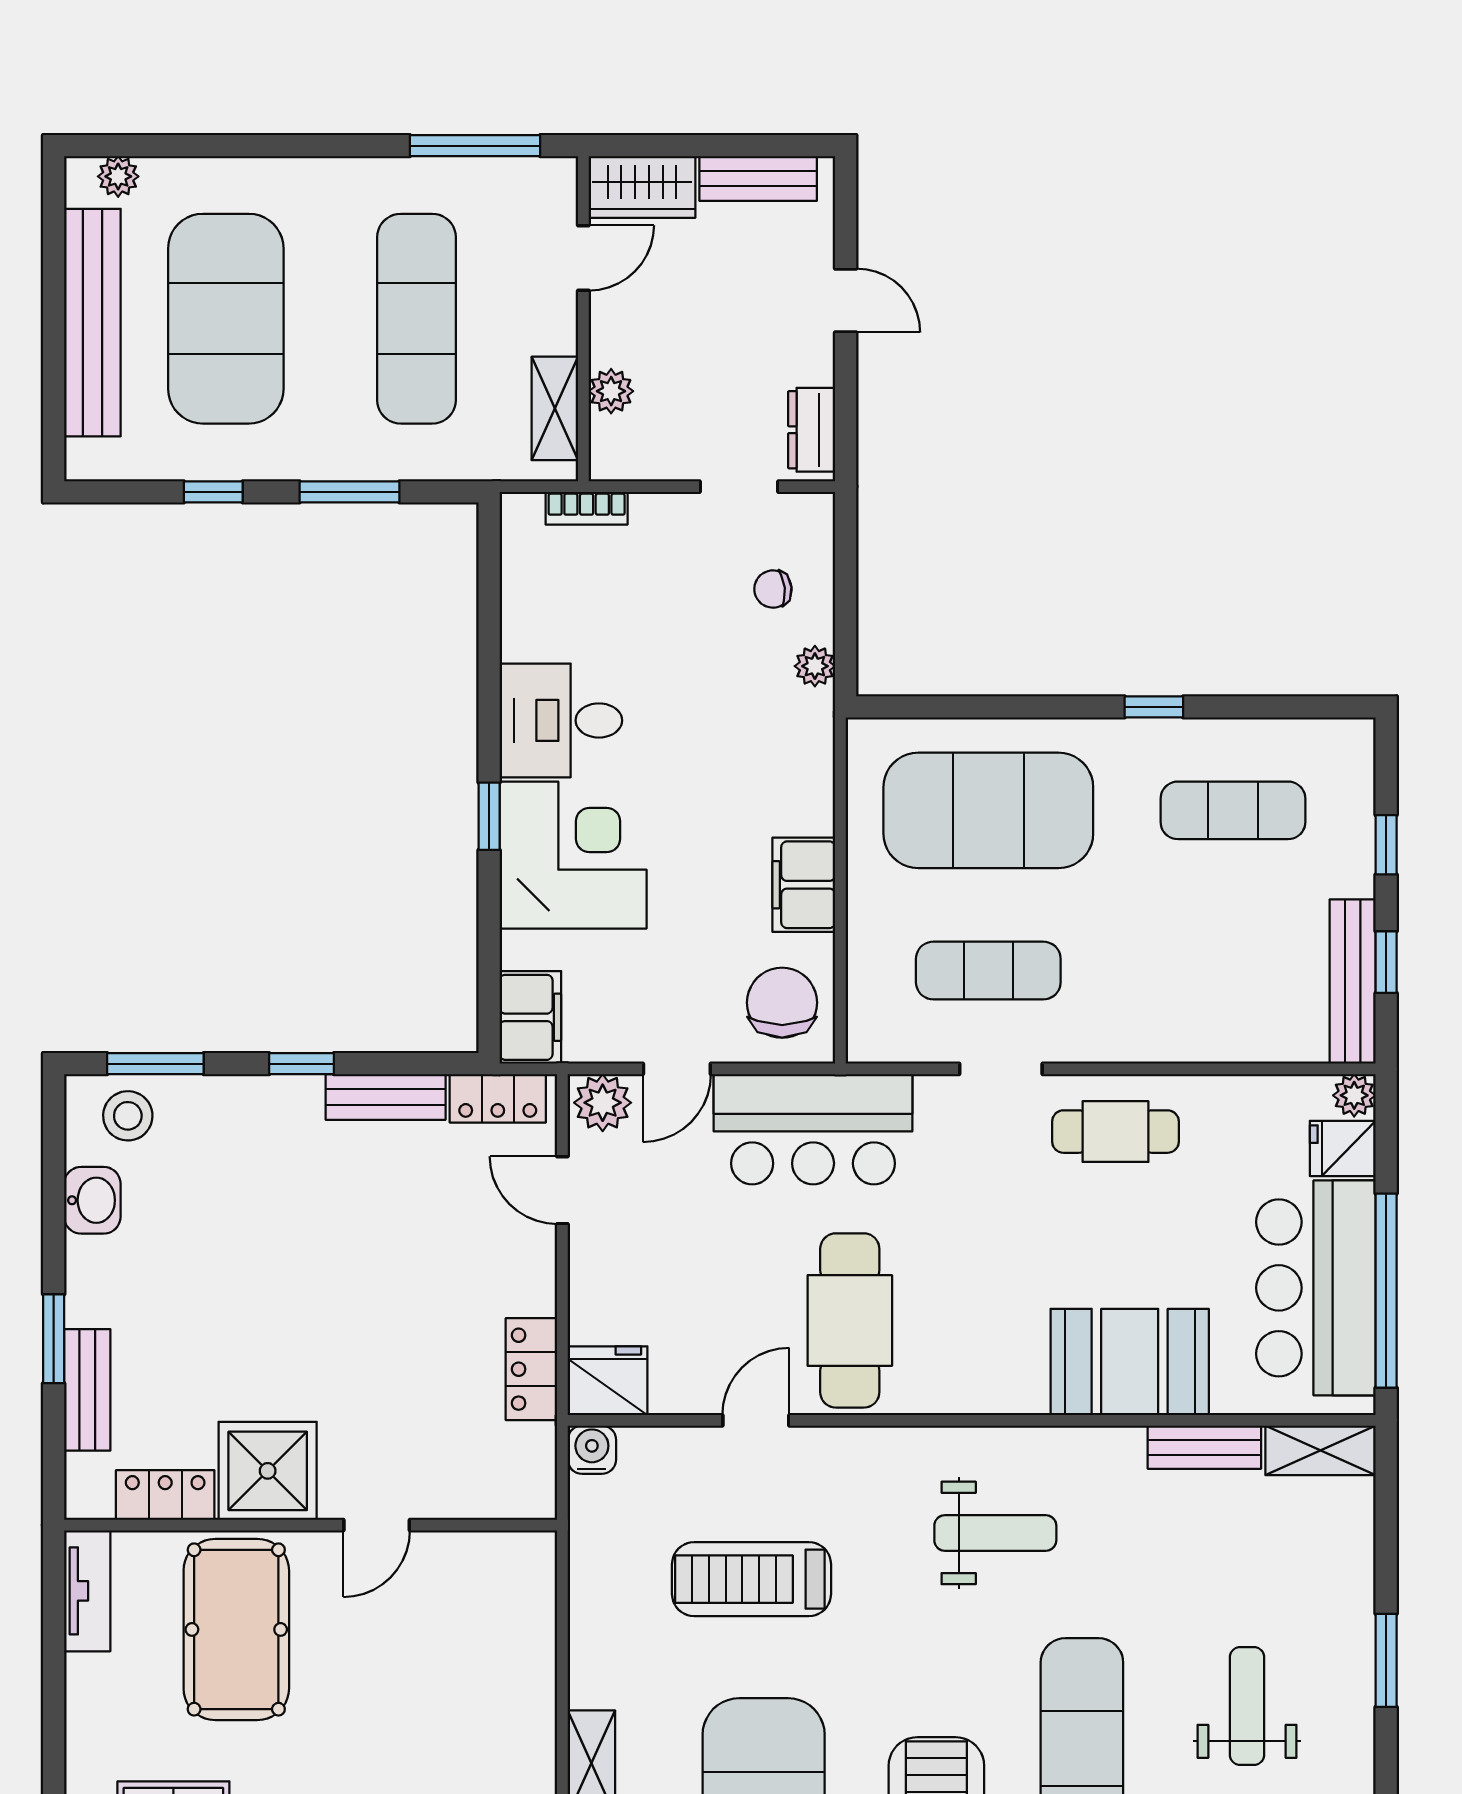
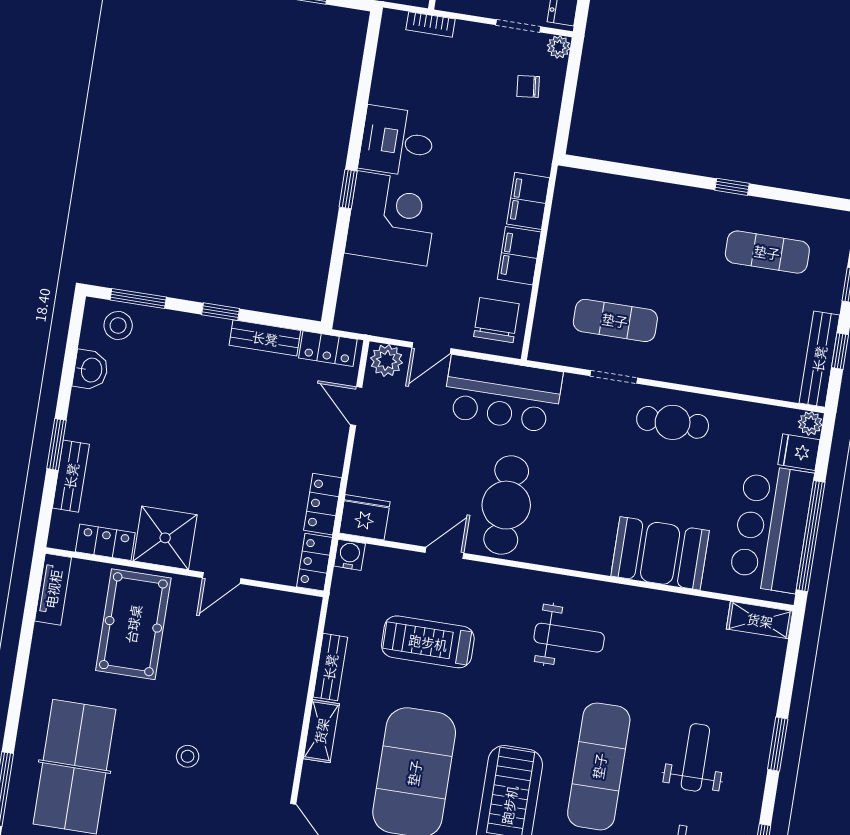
plant: (815, 666) -> (559, 47), moved
exercise mat: (988, 810) -> (630, 230), removed
filing cabinet: (530, 1017) -> (528, 201), moved, turned 180
bench: (1204, 1447) -> (330, 667), moved, turned 90
locker: (533, 1472) -> (314, 562), added

